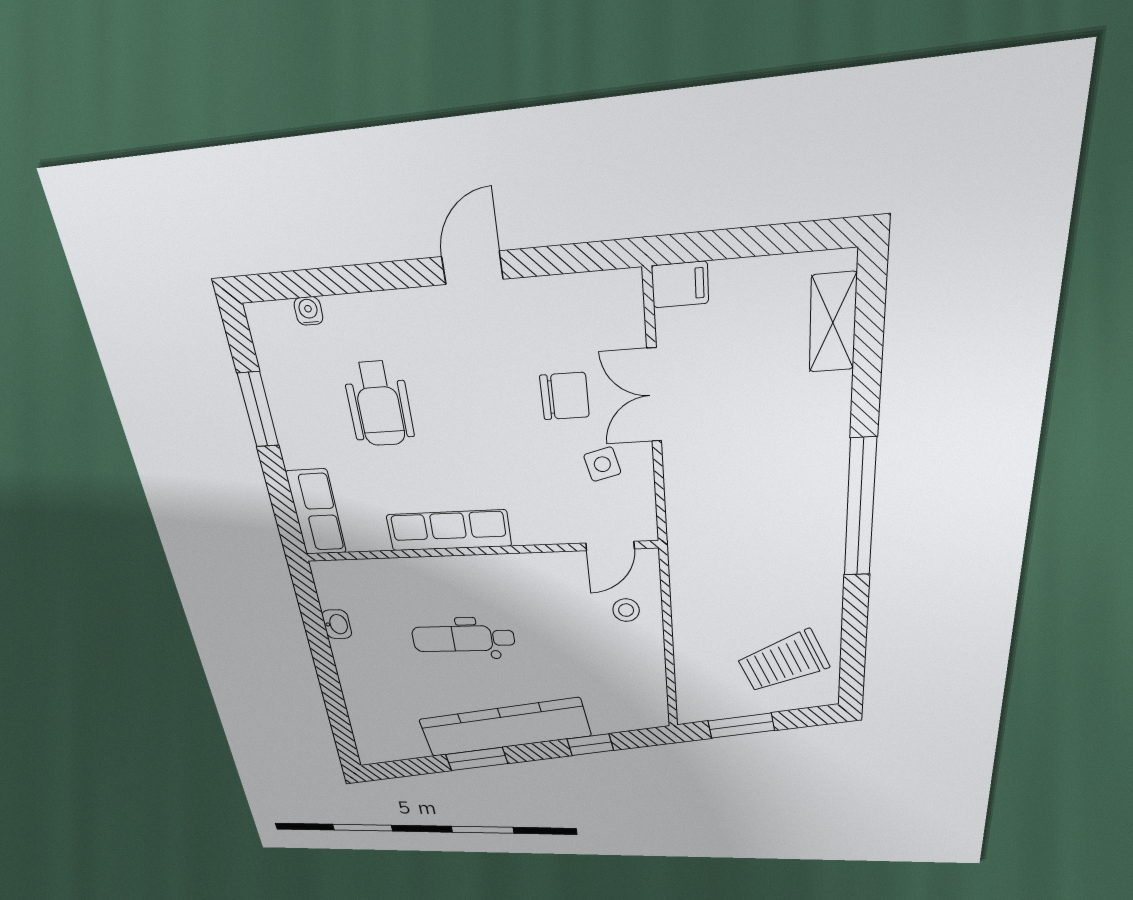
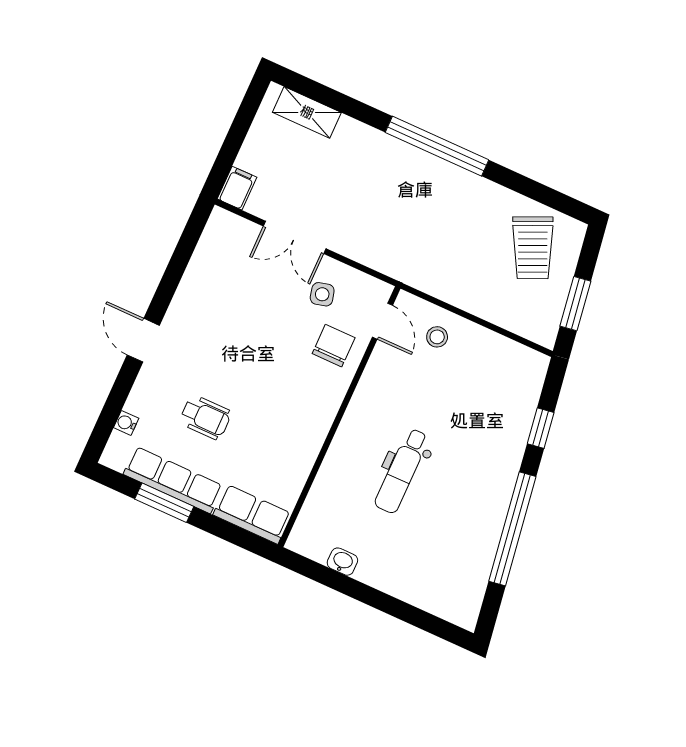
door: (472, 268) -> (143, 340), moved
chair: (565, 396) -> (334, 346), moved
wheelchair: (379, 404) -> (205, 417), width x0.73, depth x0.73
row of seats: (449, 530) -> (173, 480), moved, turned 90
kitchen counter: (504, 727) -> (493, 488), removed
window: (477, 759) -> (512, 529), width x2.11

